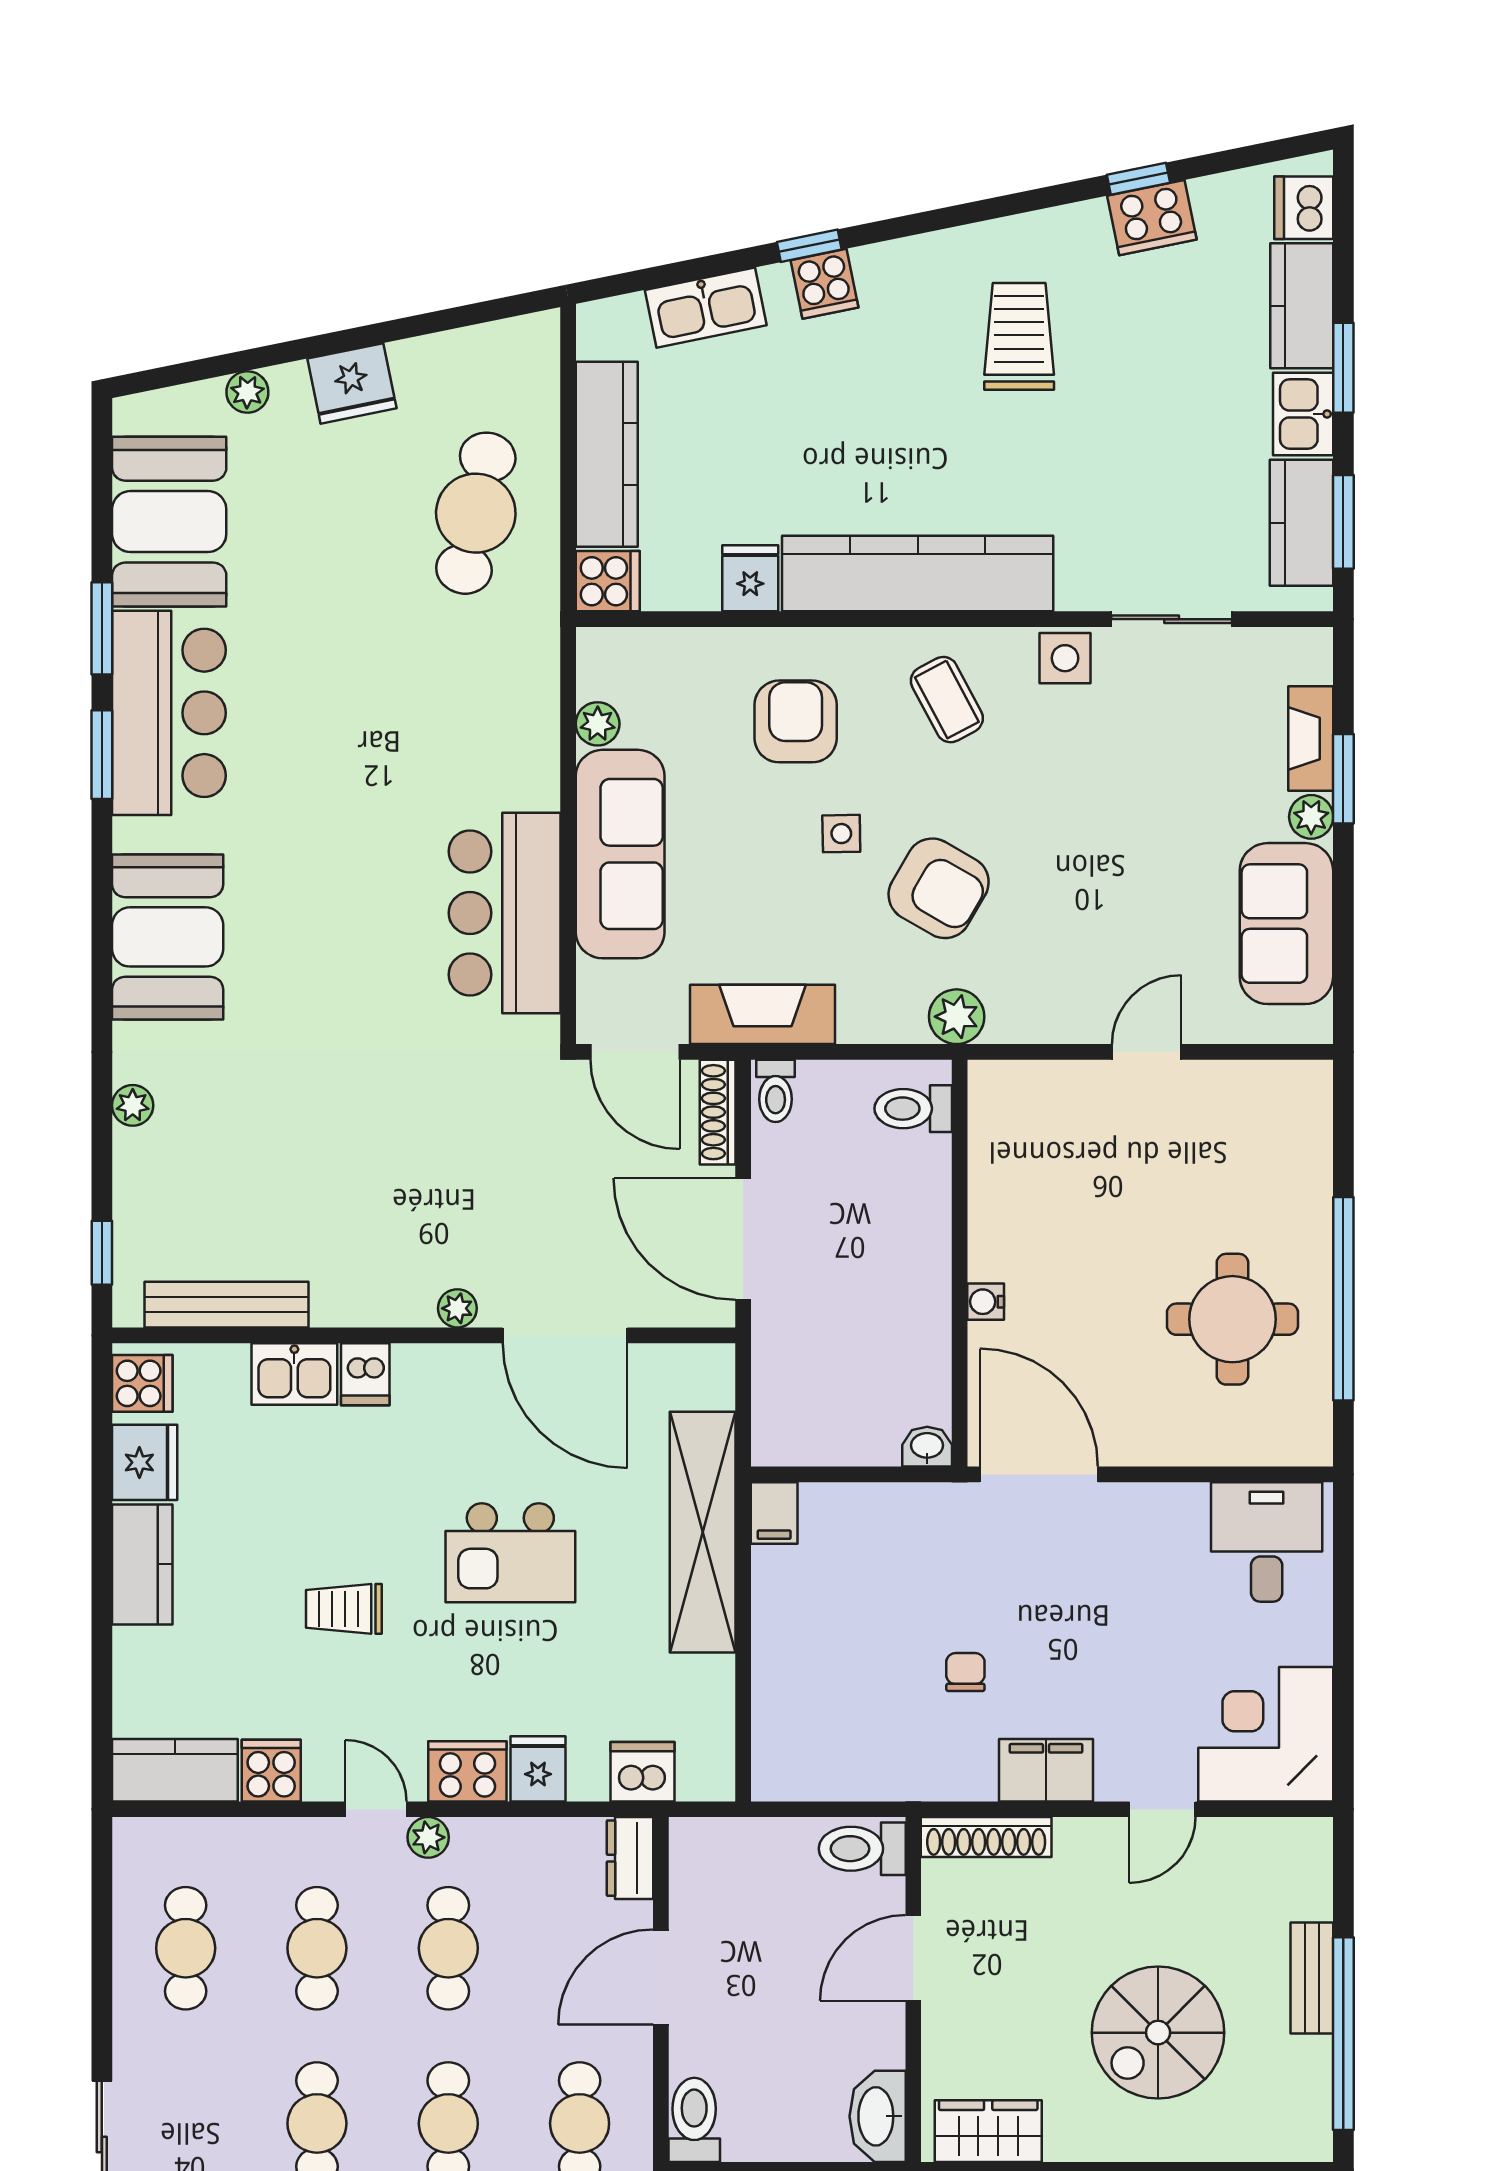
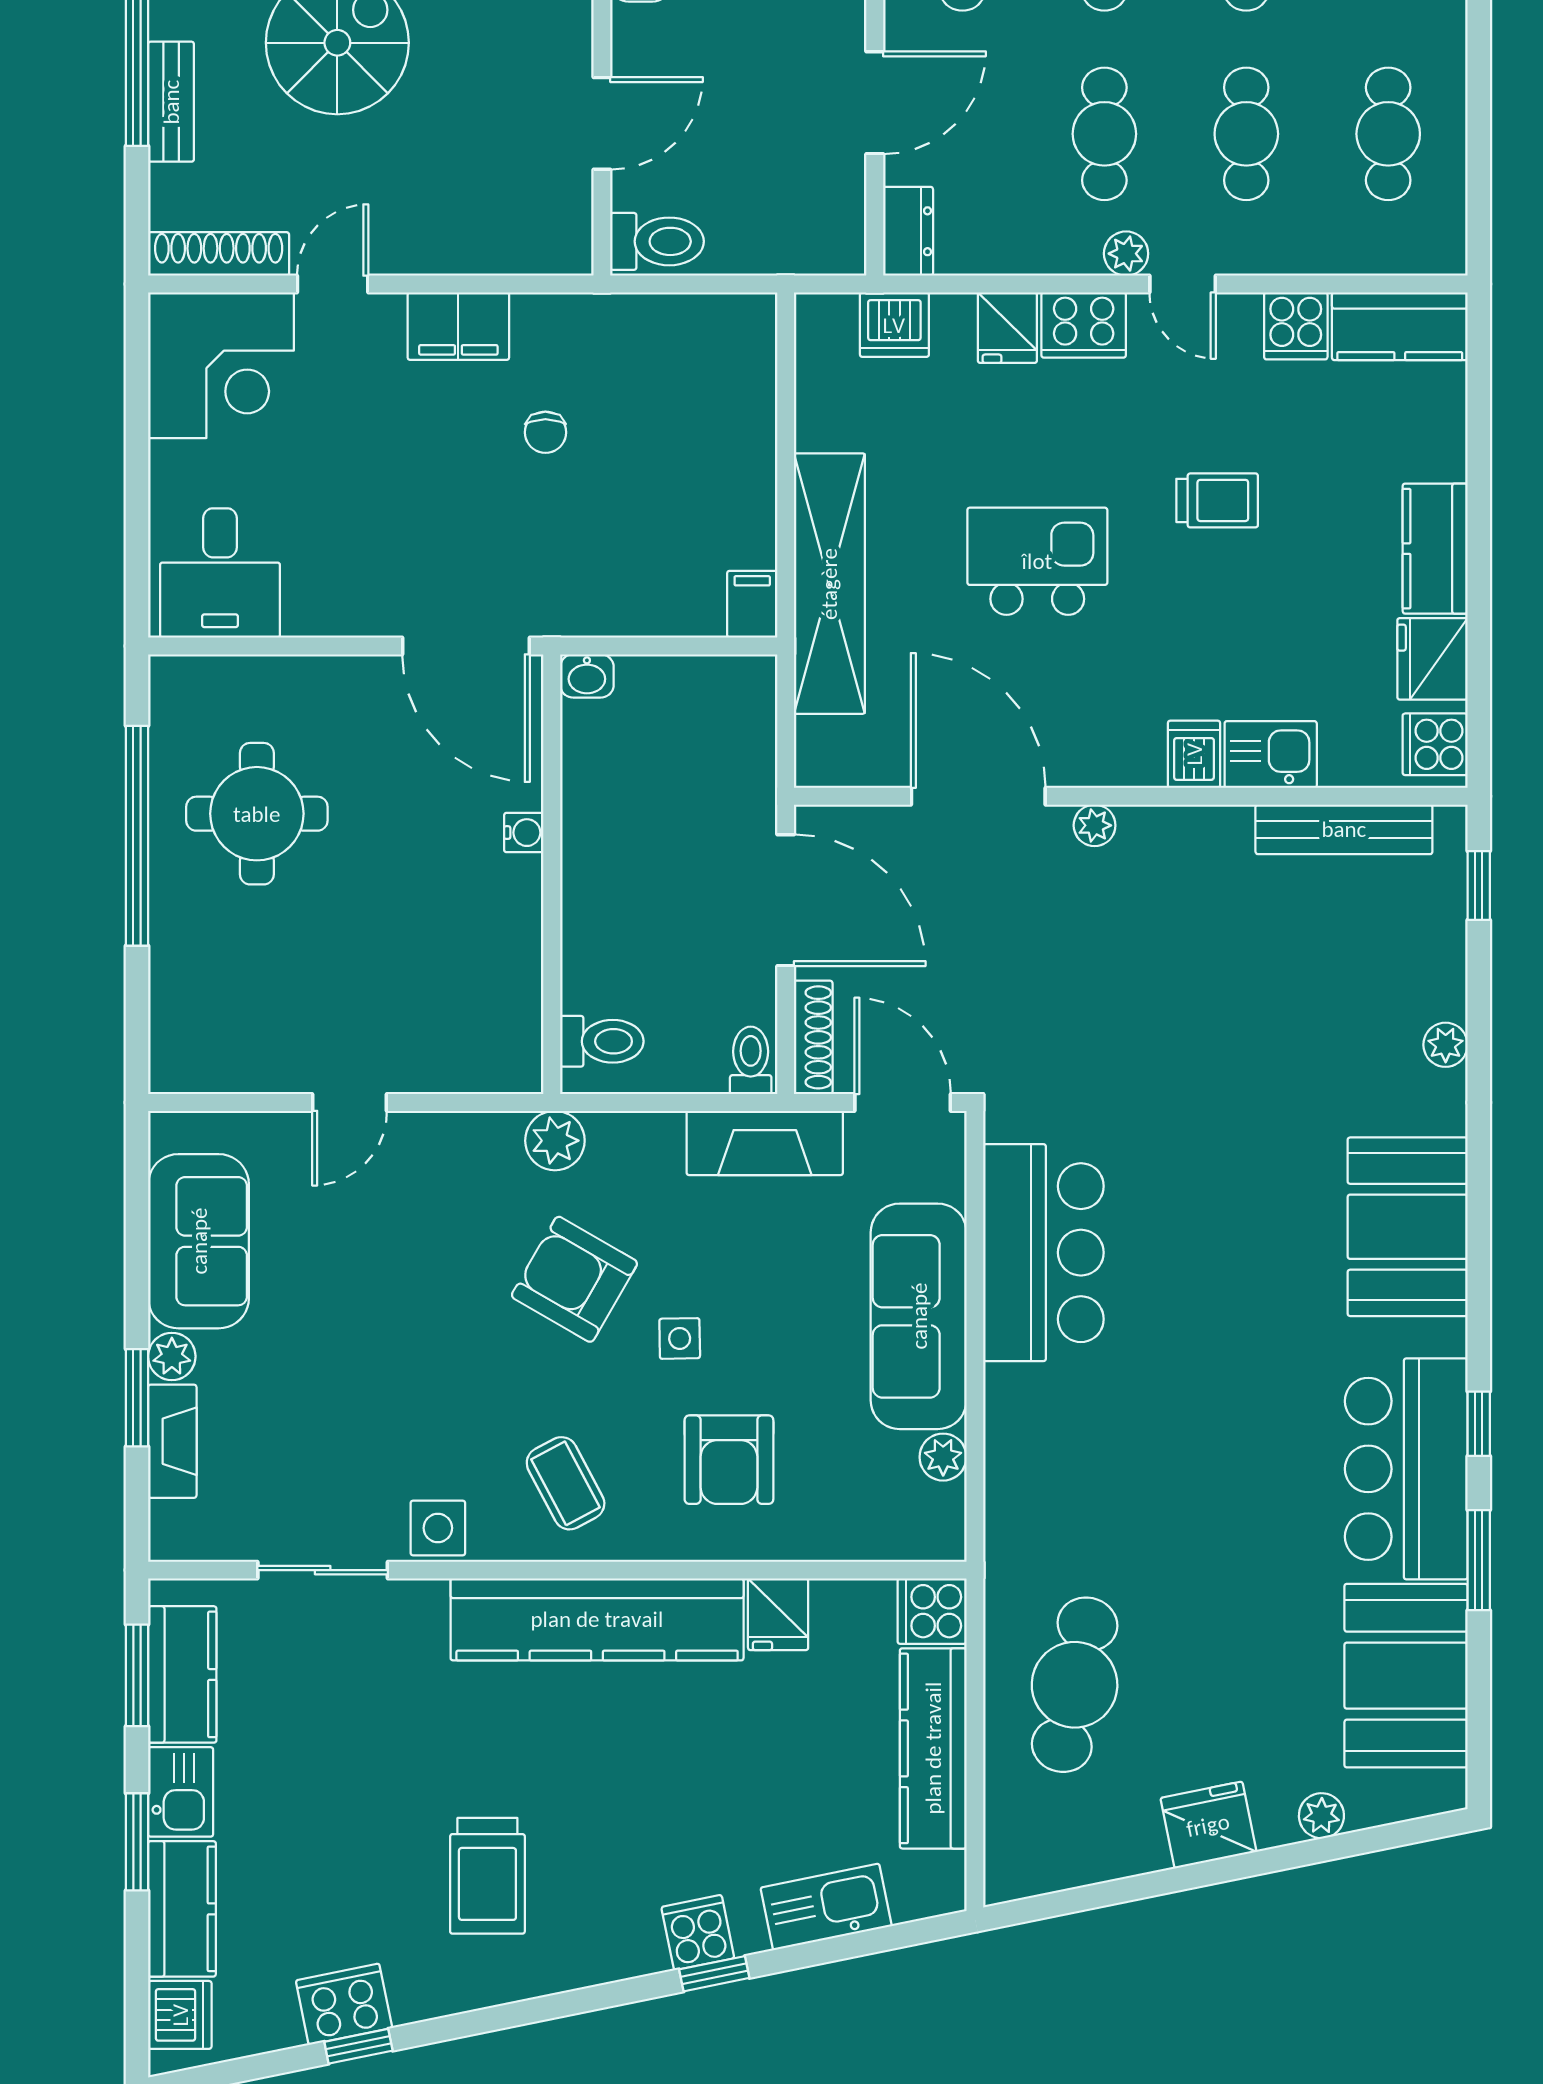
window: (102, 755) -> (1479, 1424), width x0.67
shoe rack: (986, 1837) -> (219, 254), moved

